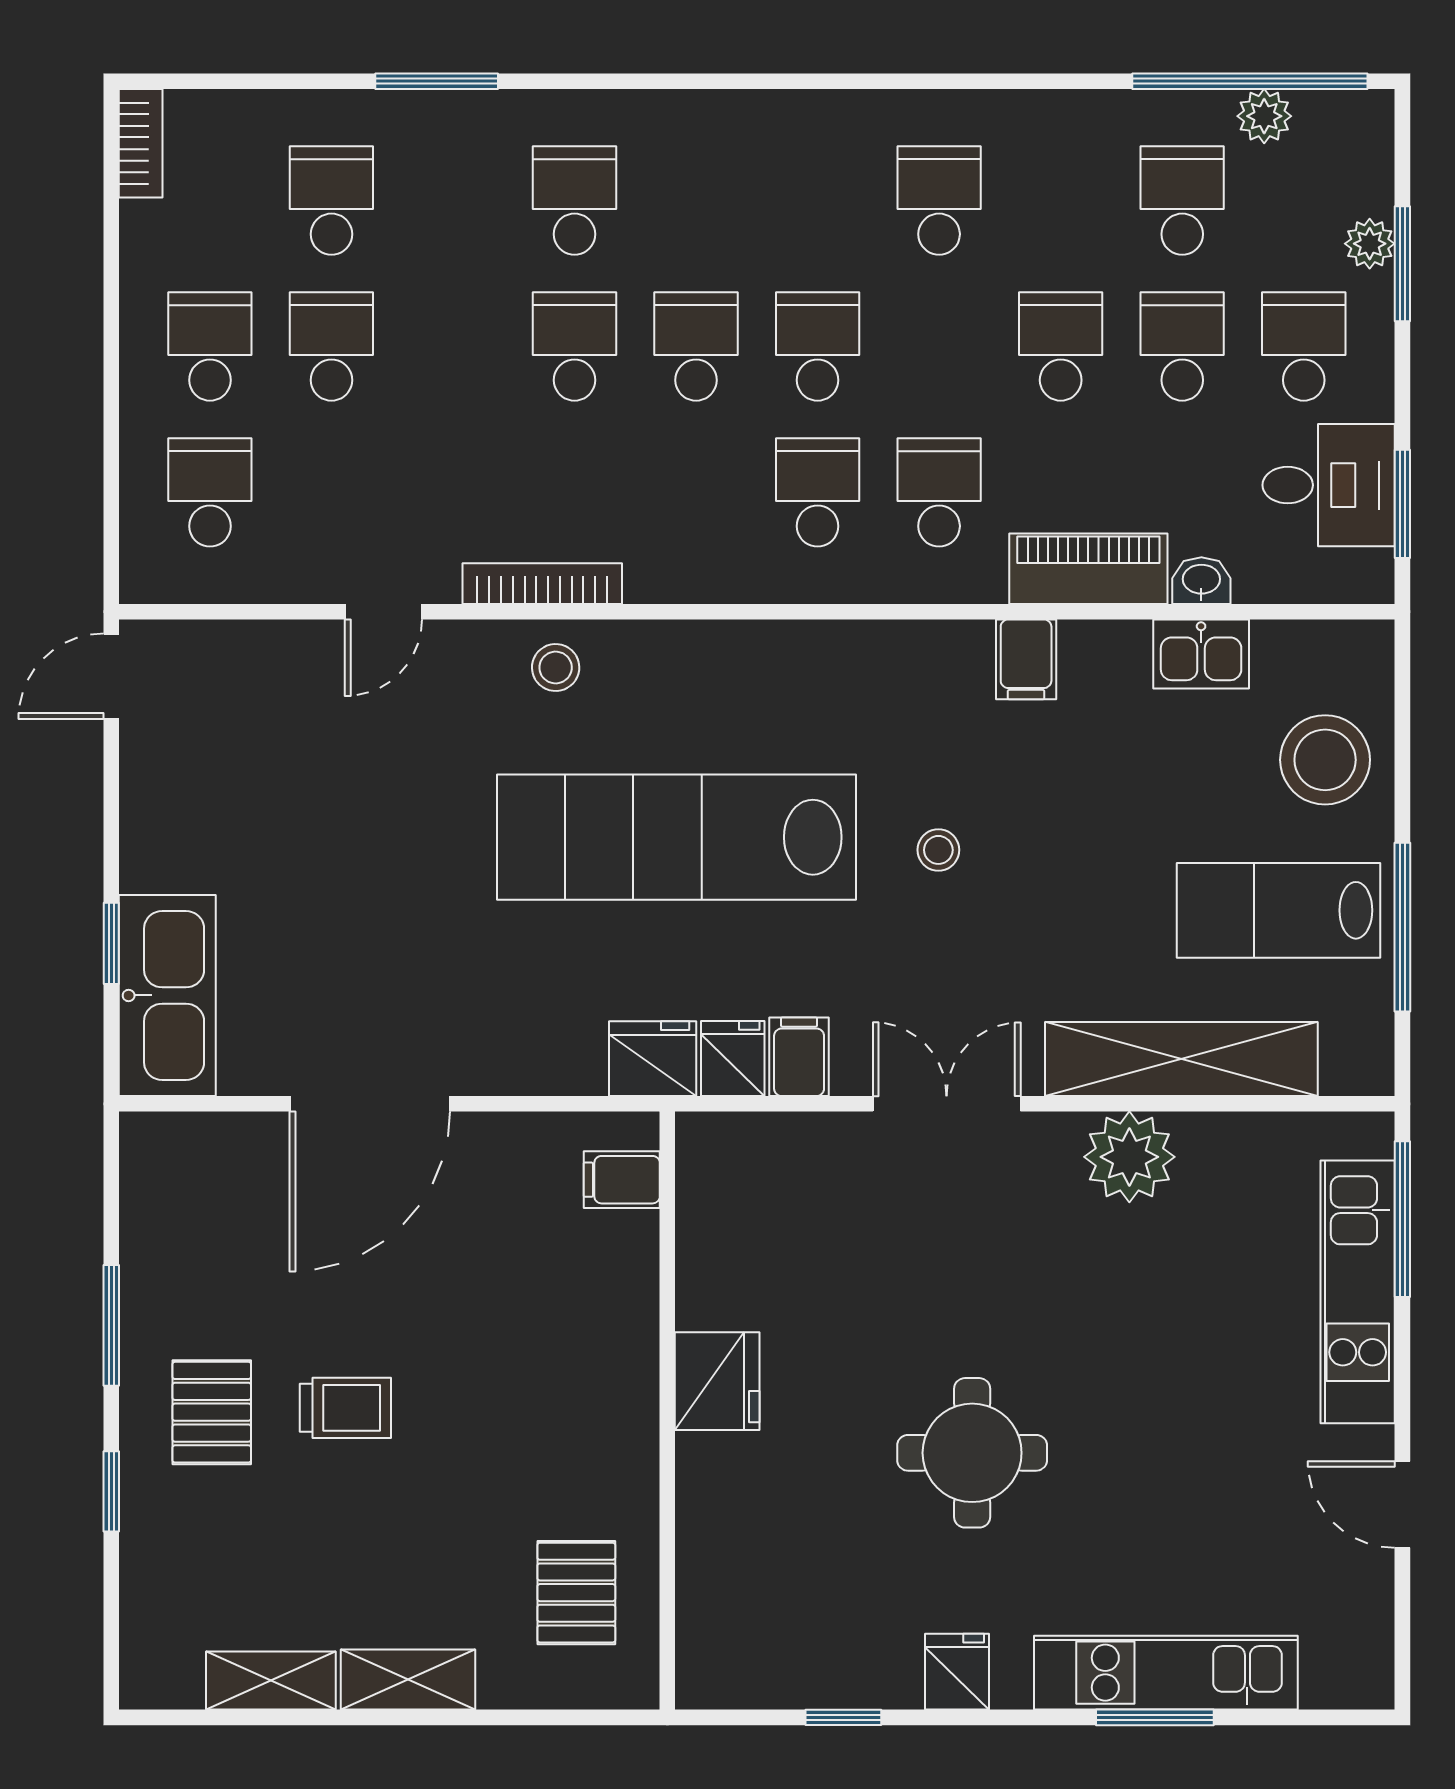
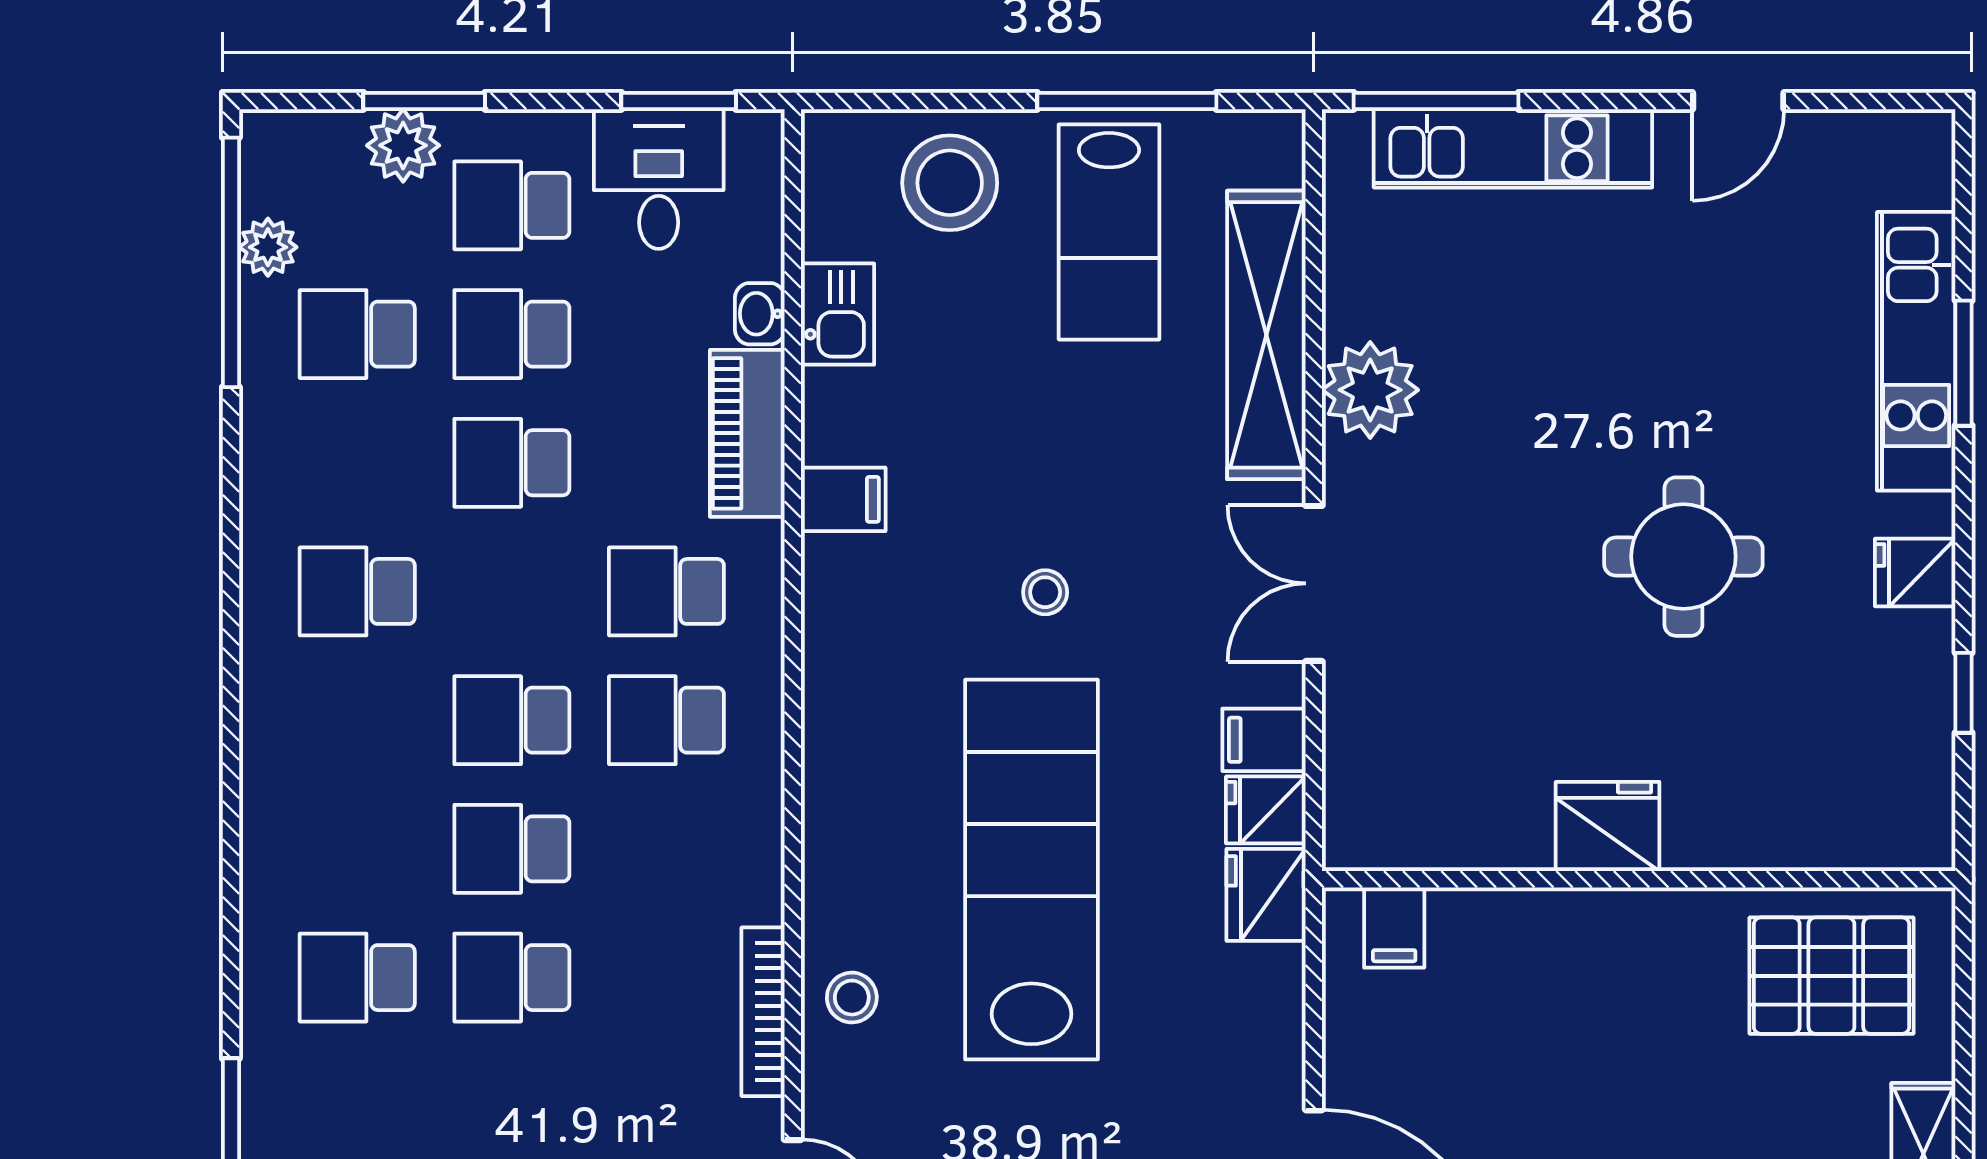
plant: (1370, 244) -> (403, 145), width x1.38, depth x1.38
lab bench: (676, 837) -> (1031, 870), turned 180
pallet: (576, 1593) -> (1831, 976), width x1.50, depth x1.42

